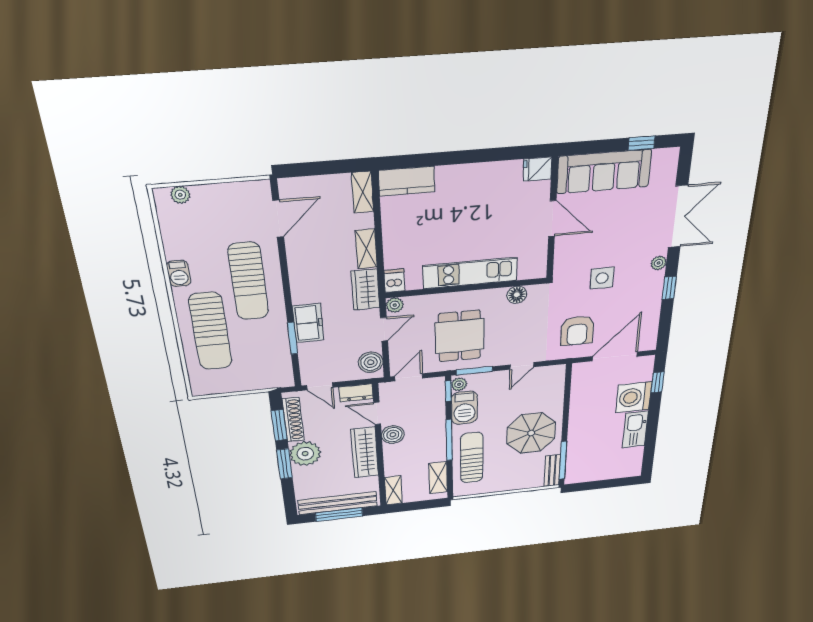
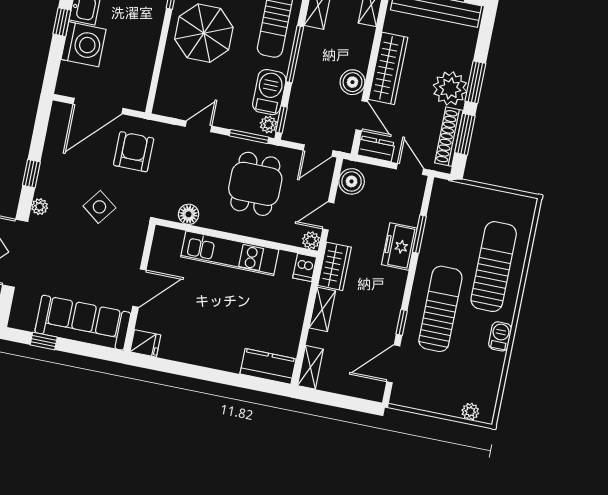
door: (552, 219) -> (139, 288), swing flipped
window: (283, 259) -> (402, 322), added
side table: (602, 278) -> (99, 207), turned 37
window: (658, 382) -> (62, 22), moved

